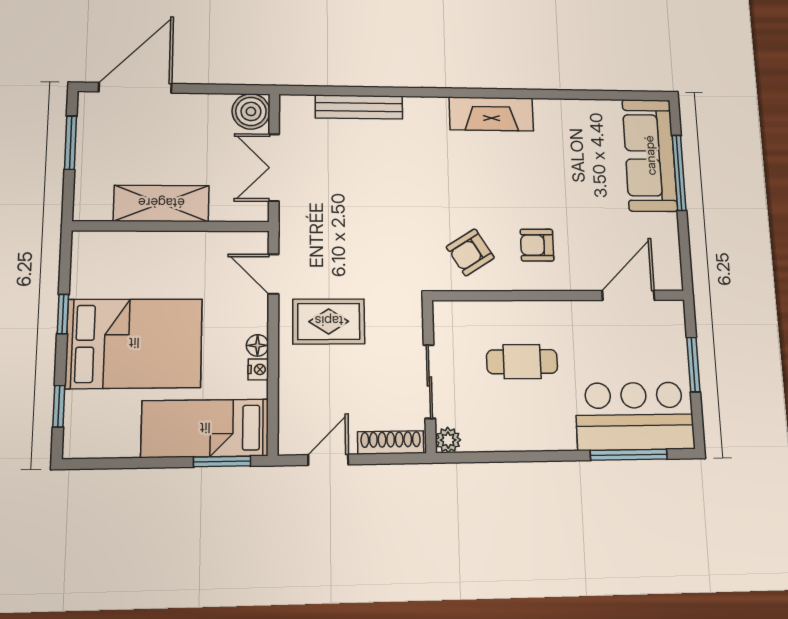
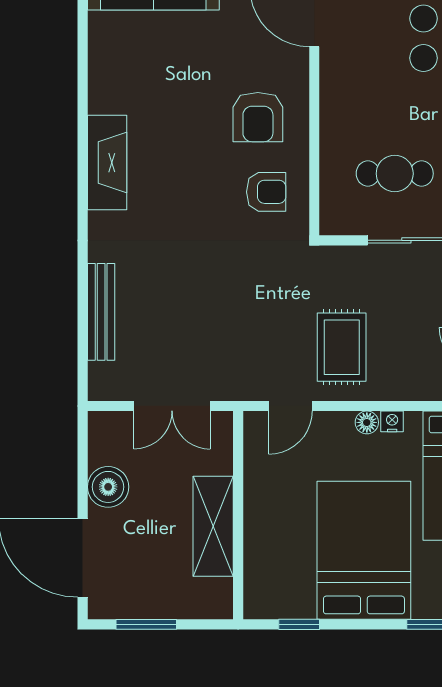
boiler: (251, 111) -> (108, 487), moved
armchair: (537, 245) -> (258, 117), width x1.38, depth x1.38
armchair: (470, 252) -> (266, 192), turned -58
window: (63, 314) -> (299, 624), moved
cafe table: (522, 362) -> (395, 174), moved, turned 90

